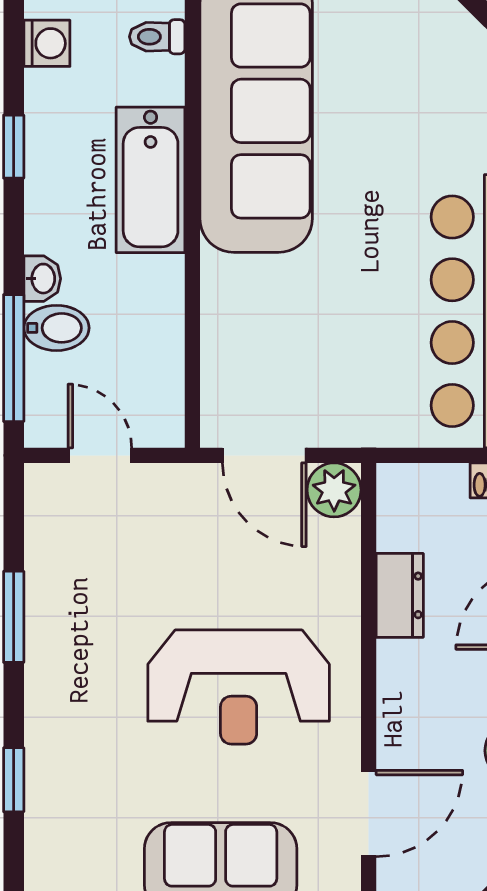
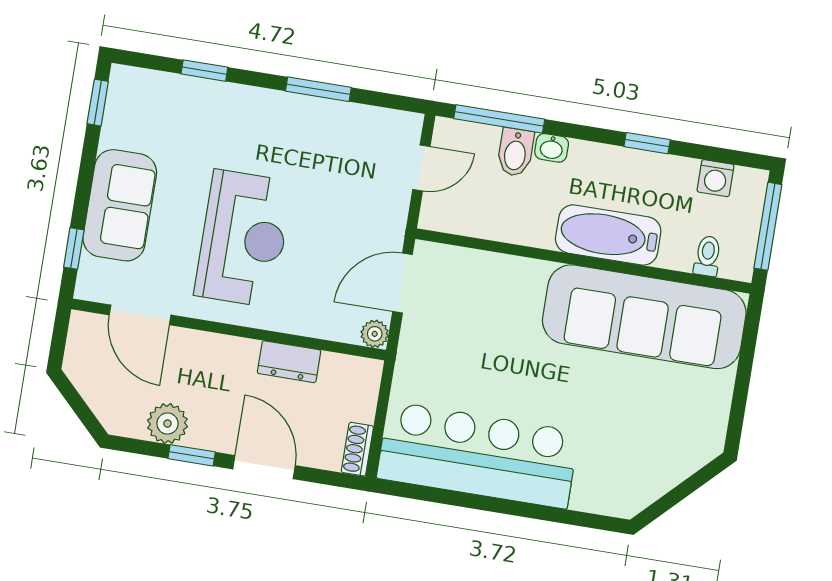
plant: (334, 490) -> (375, 334), width x0.73, depth x0.73
reception desk: (239, 687) -> (243, 238), turned 180

